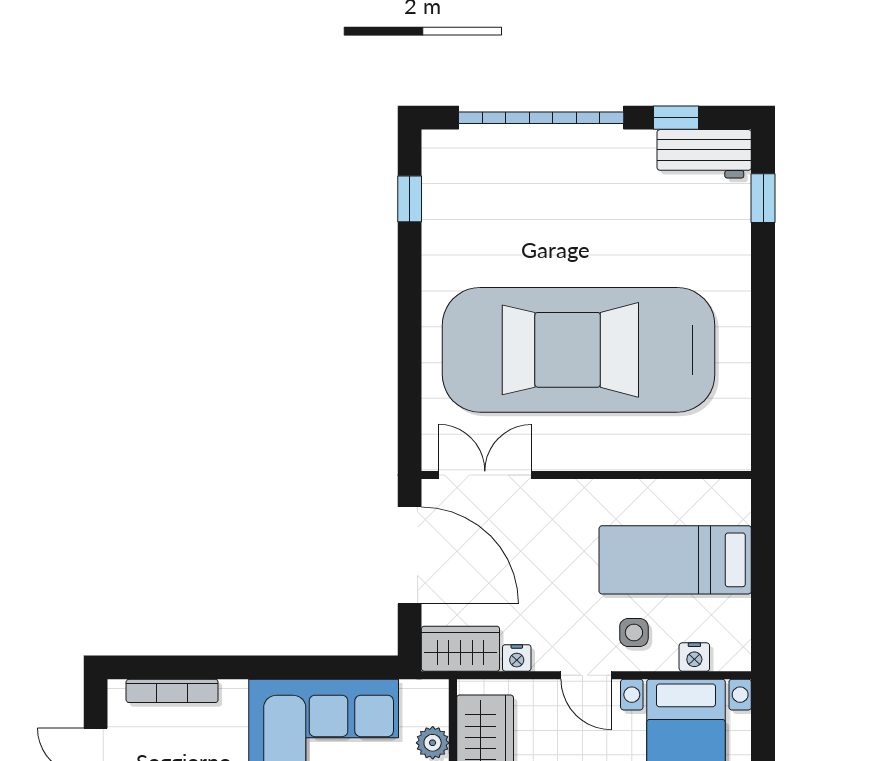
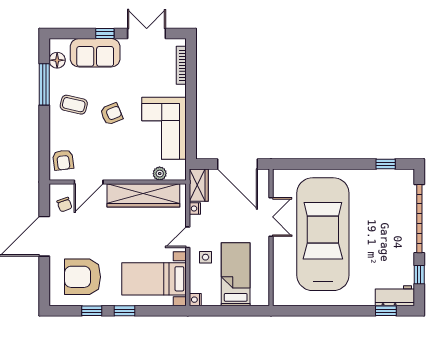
workbench: (704, 154) -> (395, 296), moved, turned 90
double door: (485, 475) -> (271, 217), moved
door: (410, 555) -> (238, 164), hinge flipped
nightstand: (694, 657) -> (195, 300), moved

